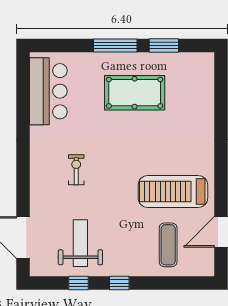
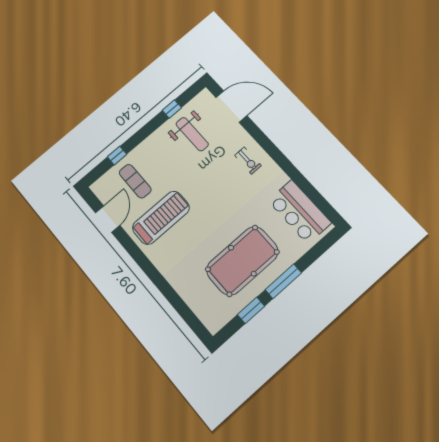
pool table: (135, 93) -> (242, 261), width x1.36, depth x1.32
exercise bike: (76, 170) -> (248, 161), moved
window: (119, 283) -> (117, 156), moved

